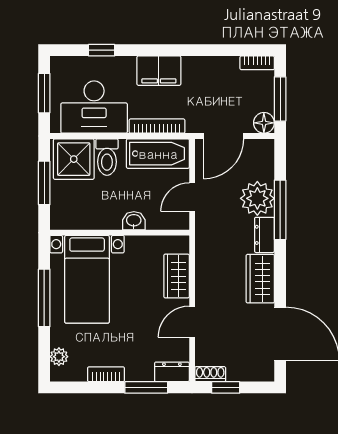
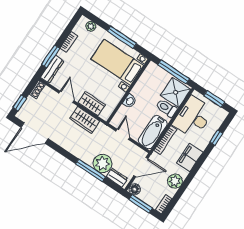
plant: (210, 69) -> (175, 181), added
door: (224, 136) -> (141, 167), swing flipped
window: (44, 183) -> (174, 72), width x1.44
dresser: (264, 235) -> (117, 178), moved
wardrobe: (260, 279) -> (85, 120), moved, turned 180
dresser: (172, 372) -> (52, 69), width x1.44
window: (226, 387) -> (20, 103), moved

